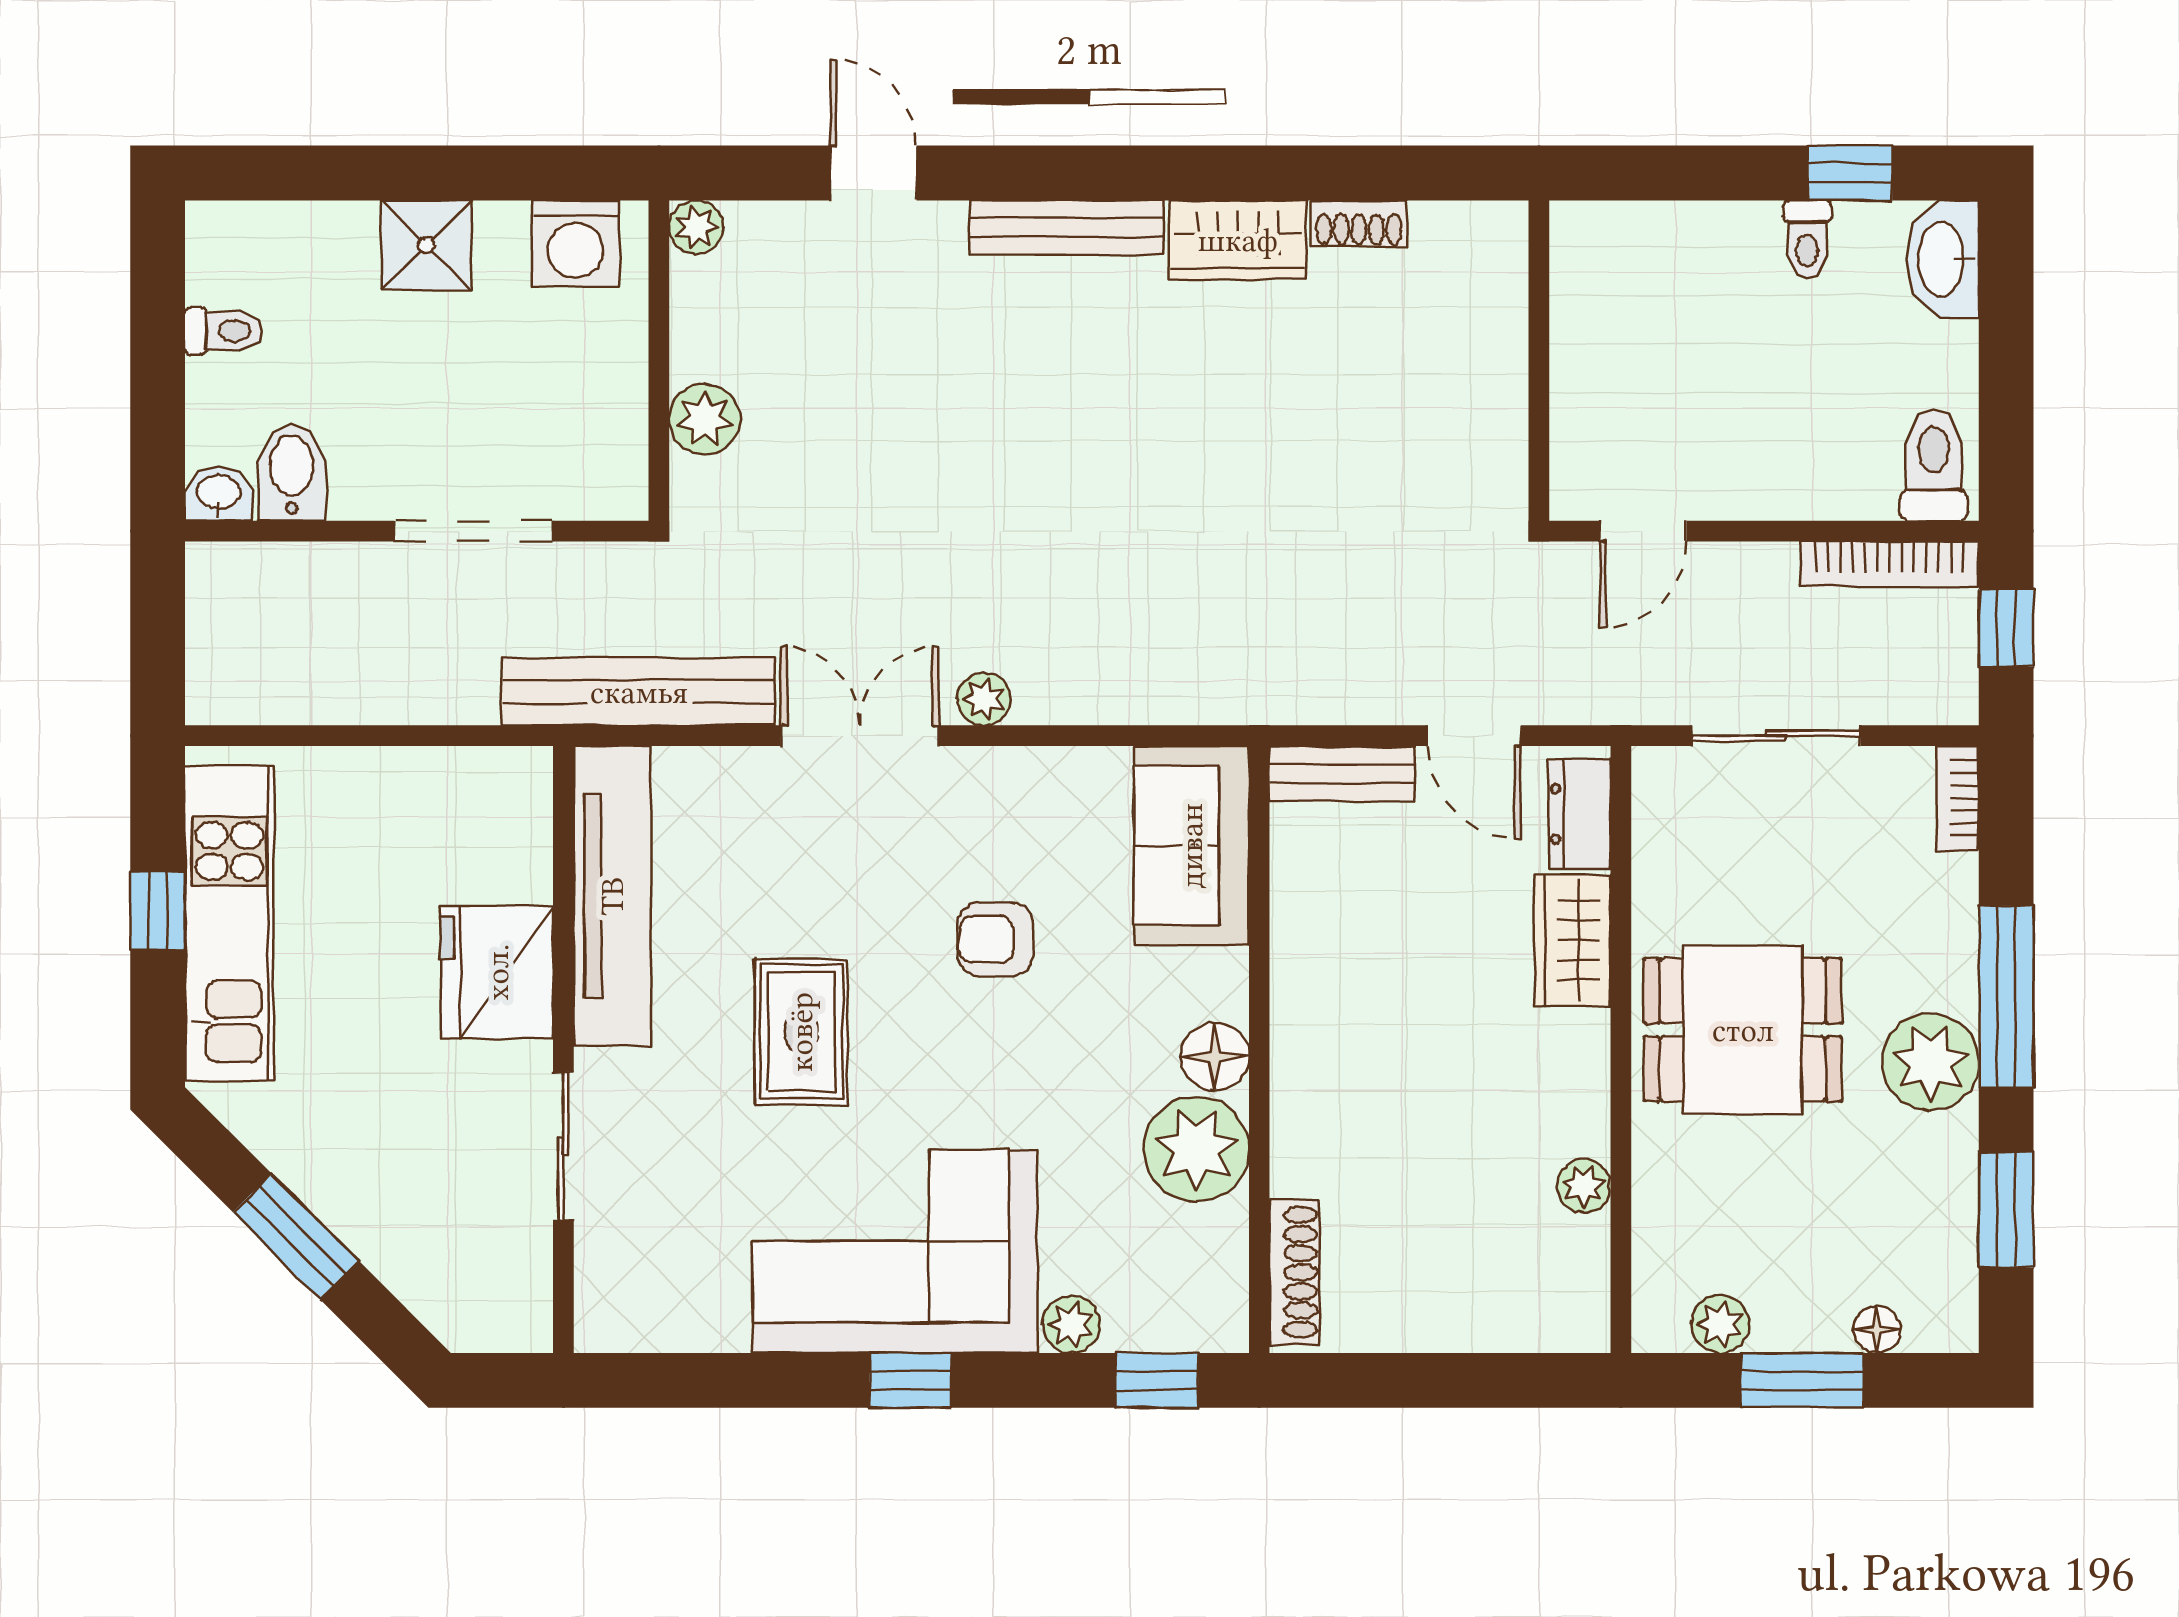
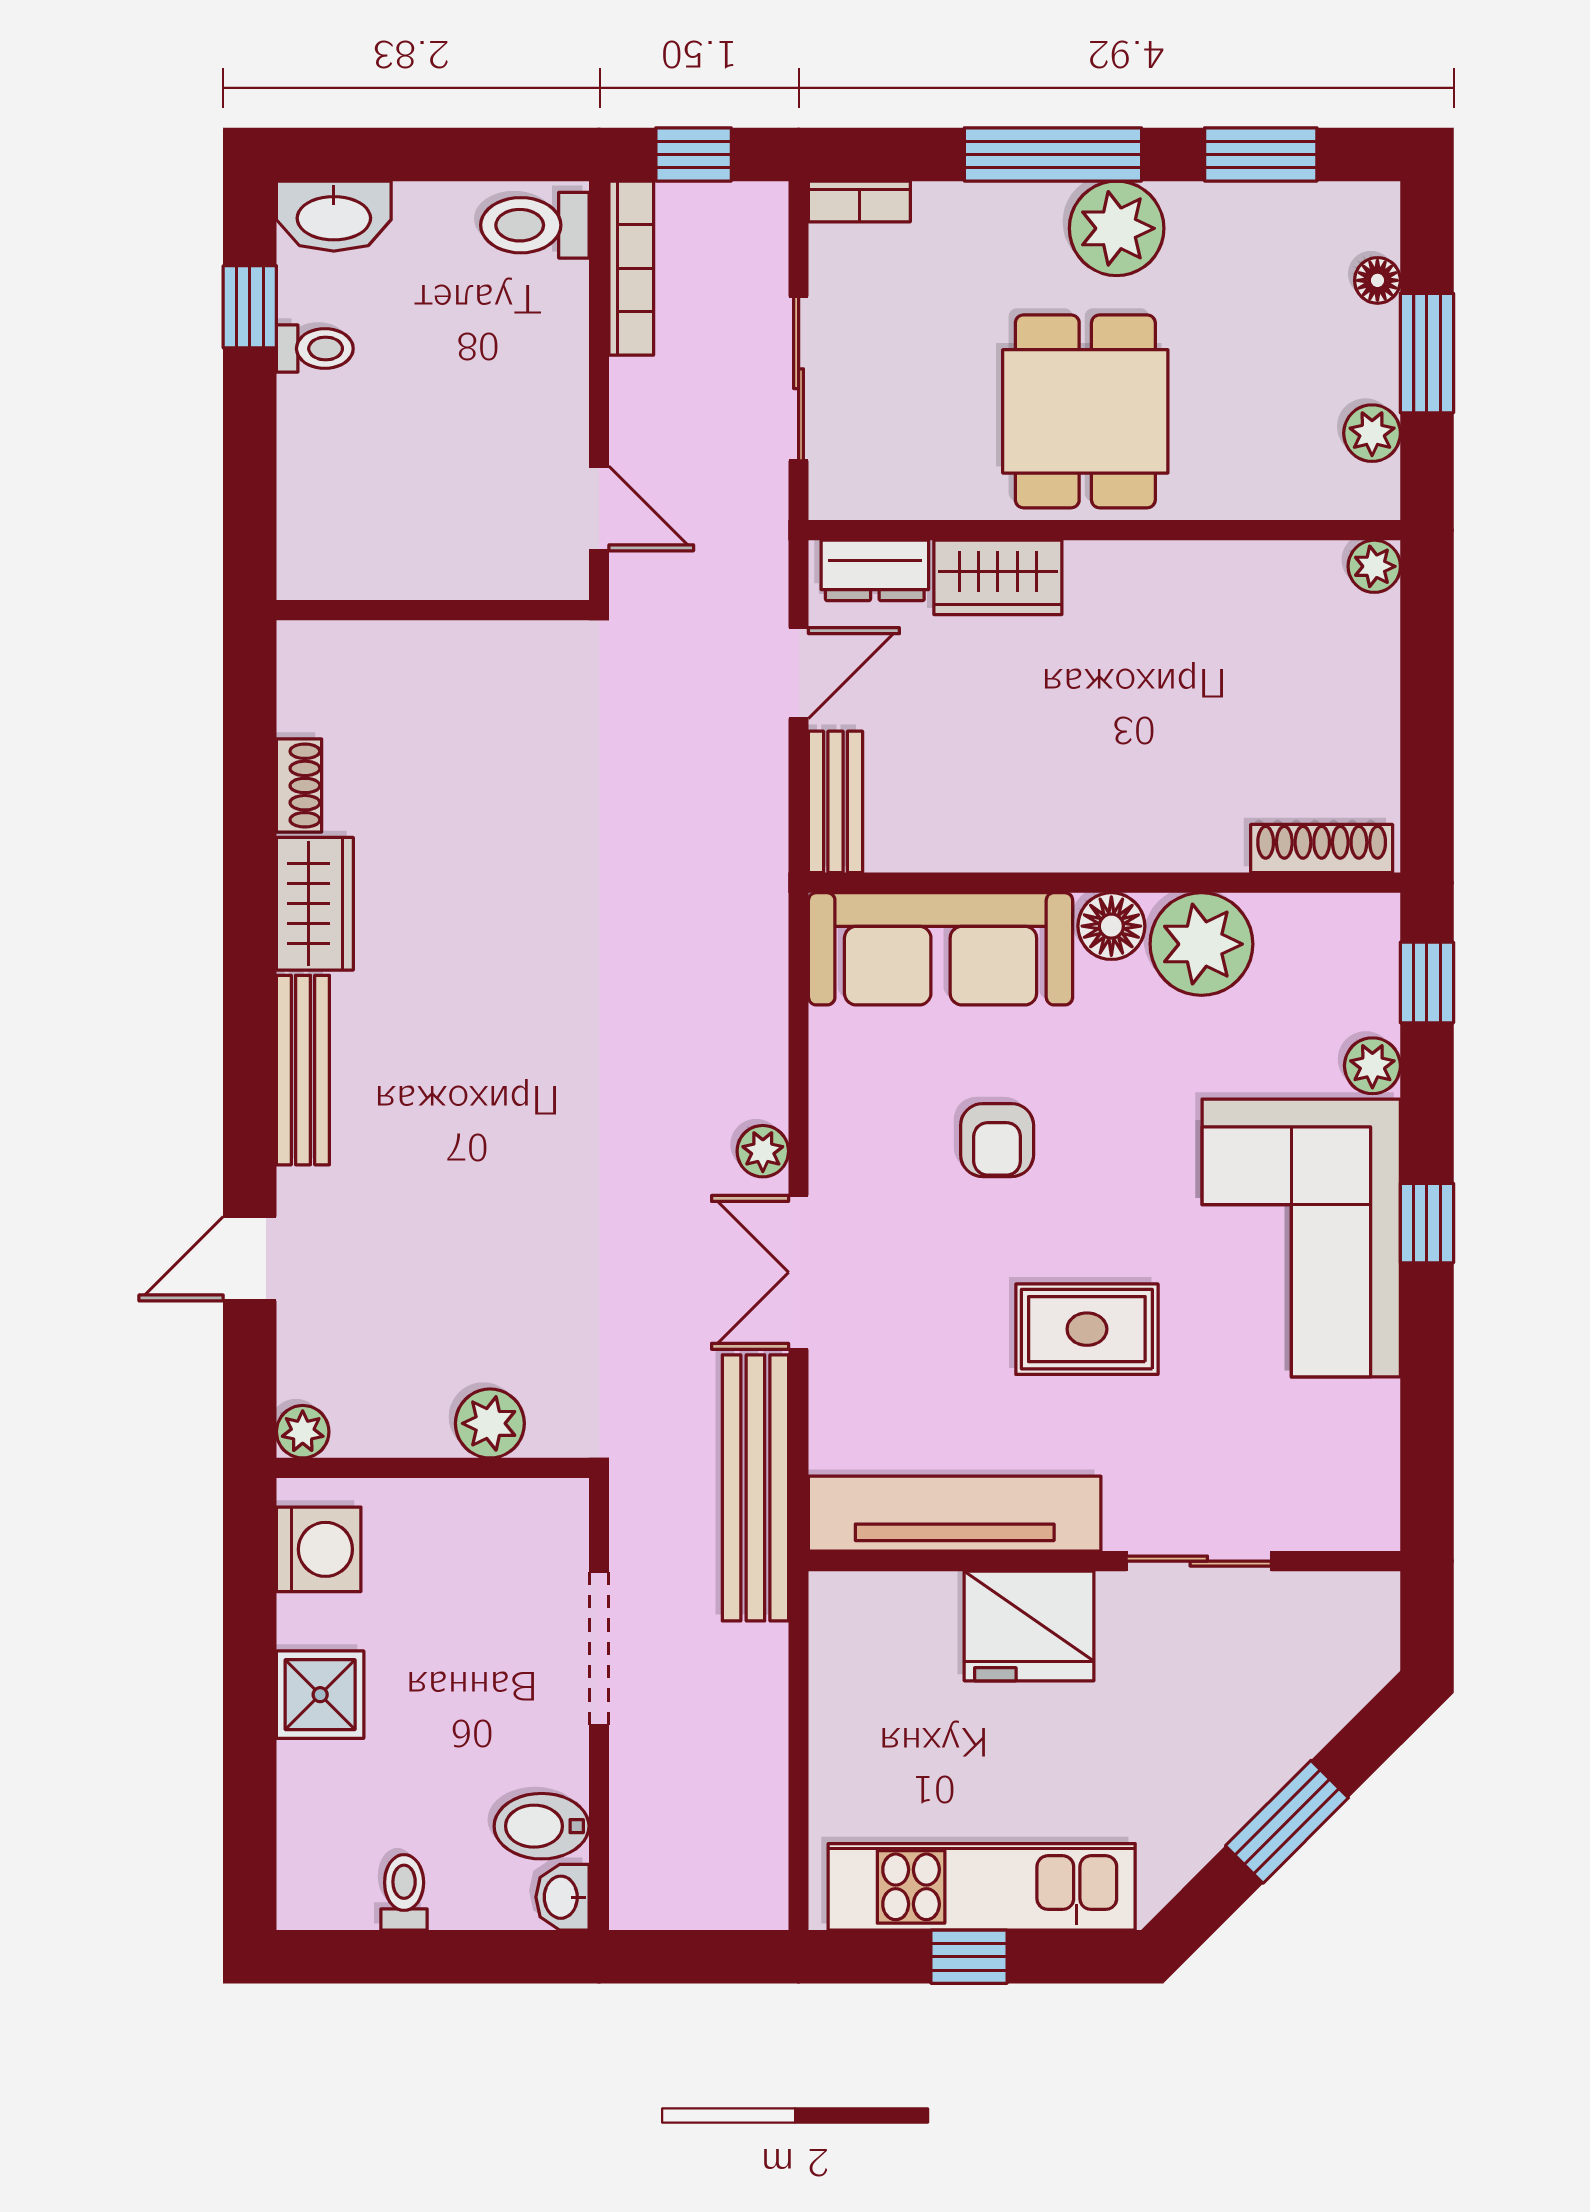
sofa: (1191, 846) -> (941, 949), width x1.36
plant: (1584, 1186) -> (1374, 566), moved

